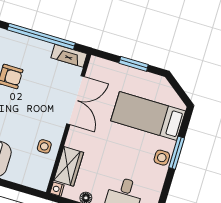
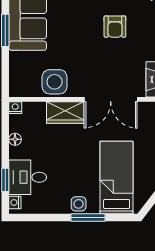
side table: (44, 146) -> (55, 82), width x1.87, depth x1.87
wardrobe: (69, 166) -> (65, 112), moved

